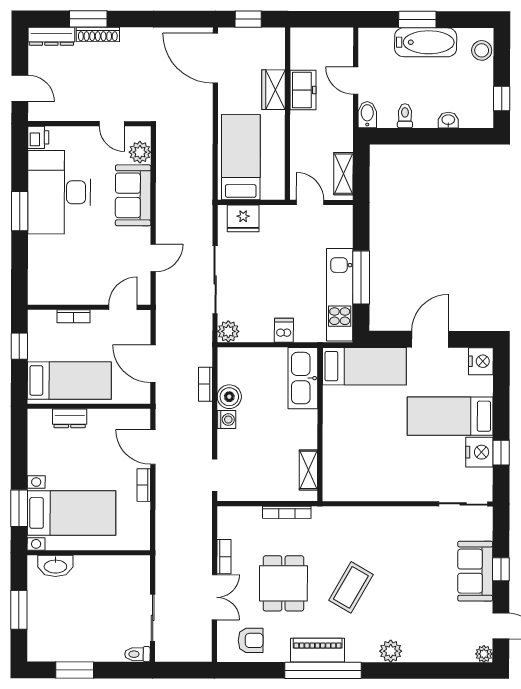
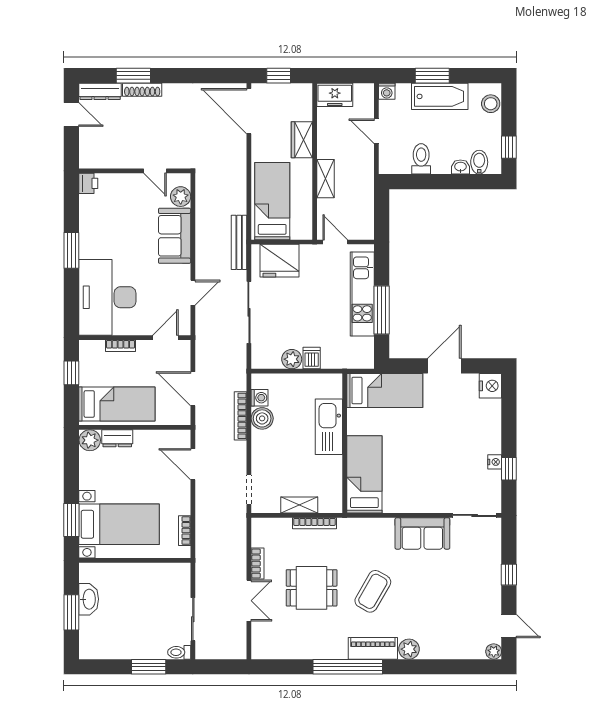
washing machine: (367, 37) -> (387, 91), added
door: (20, 88) -> (71, 115), moved
freezer: (303, 90) -> (335, 95), moved, turned 90
bidet: (367, 115) -> (479, 162), moved
toilet: (405, 116) -> (421, 159), width x1.37, depth x1.39
shelving: (343, 174) -> (325, 179), moved
desk: (59, 192) -> (107, 297), moved
bench: (204, 203) -> (239, 242), added
fridge: (243, 218) -> (279, 261), width x1.36, depth x1.34
kitchen unit: (340, 295) -> (362, 294), moved
plant: (228, 331) -> (292, 359), moved
kitchen sink: (303, 378) -> (329, 427), moved
bookcase: (206, 384) -> (241, 416), width x1.56
bed: (450, 416) -> (364, 474), moved, turned 90
plant: (39, 420) -> (90, 440), added
washing machine: (226, 420) -> (260, 398), moved
nightstand: (479, 452) -> (495, 462), width x0.53, depth x0.56
shelving: (308, 470) -> (299, 505), moved, turned 90
bookcase: (144, 485) -> (185, 531), moved
washbasin: (55, 566) -> (89, 599), moved, turned -90
sofa: (475, 571) -> (422, 533), moved, turned -90
dining table: (283, 583) -> (312, 588), turned 90
armchair: (251, 640) -> (282, 640), removed
piano: (318, 650) -> (373, 648), moved
window: (75, 670) -> (149, 667), moved

